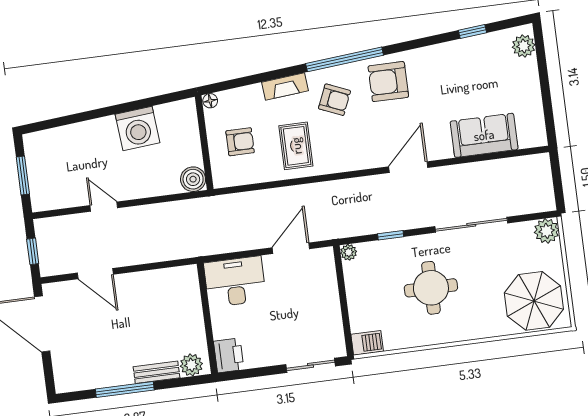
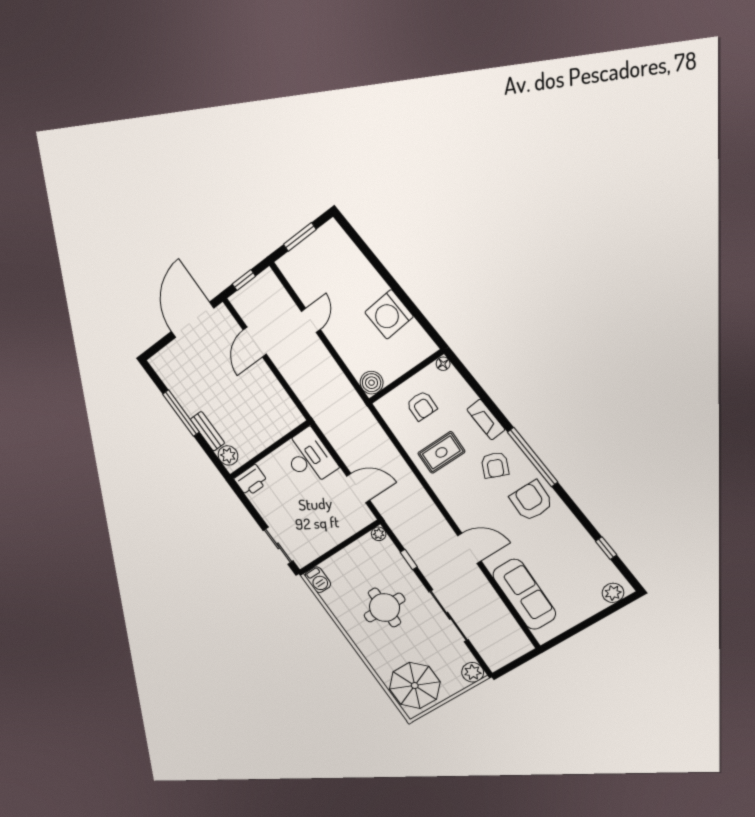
sofa: (484, 135) -> (524, 594), width x1.36

